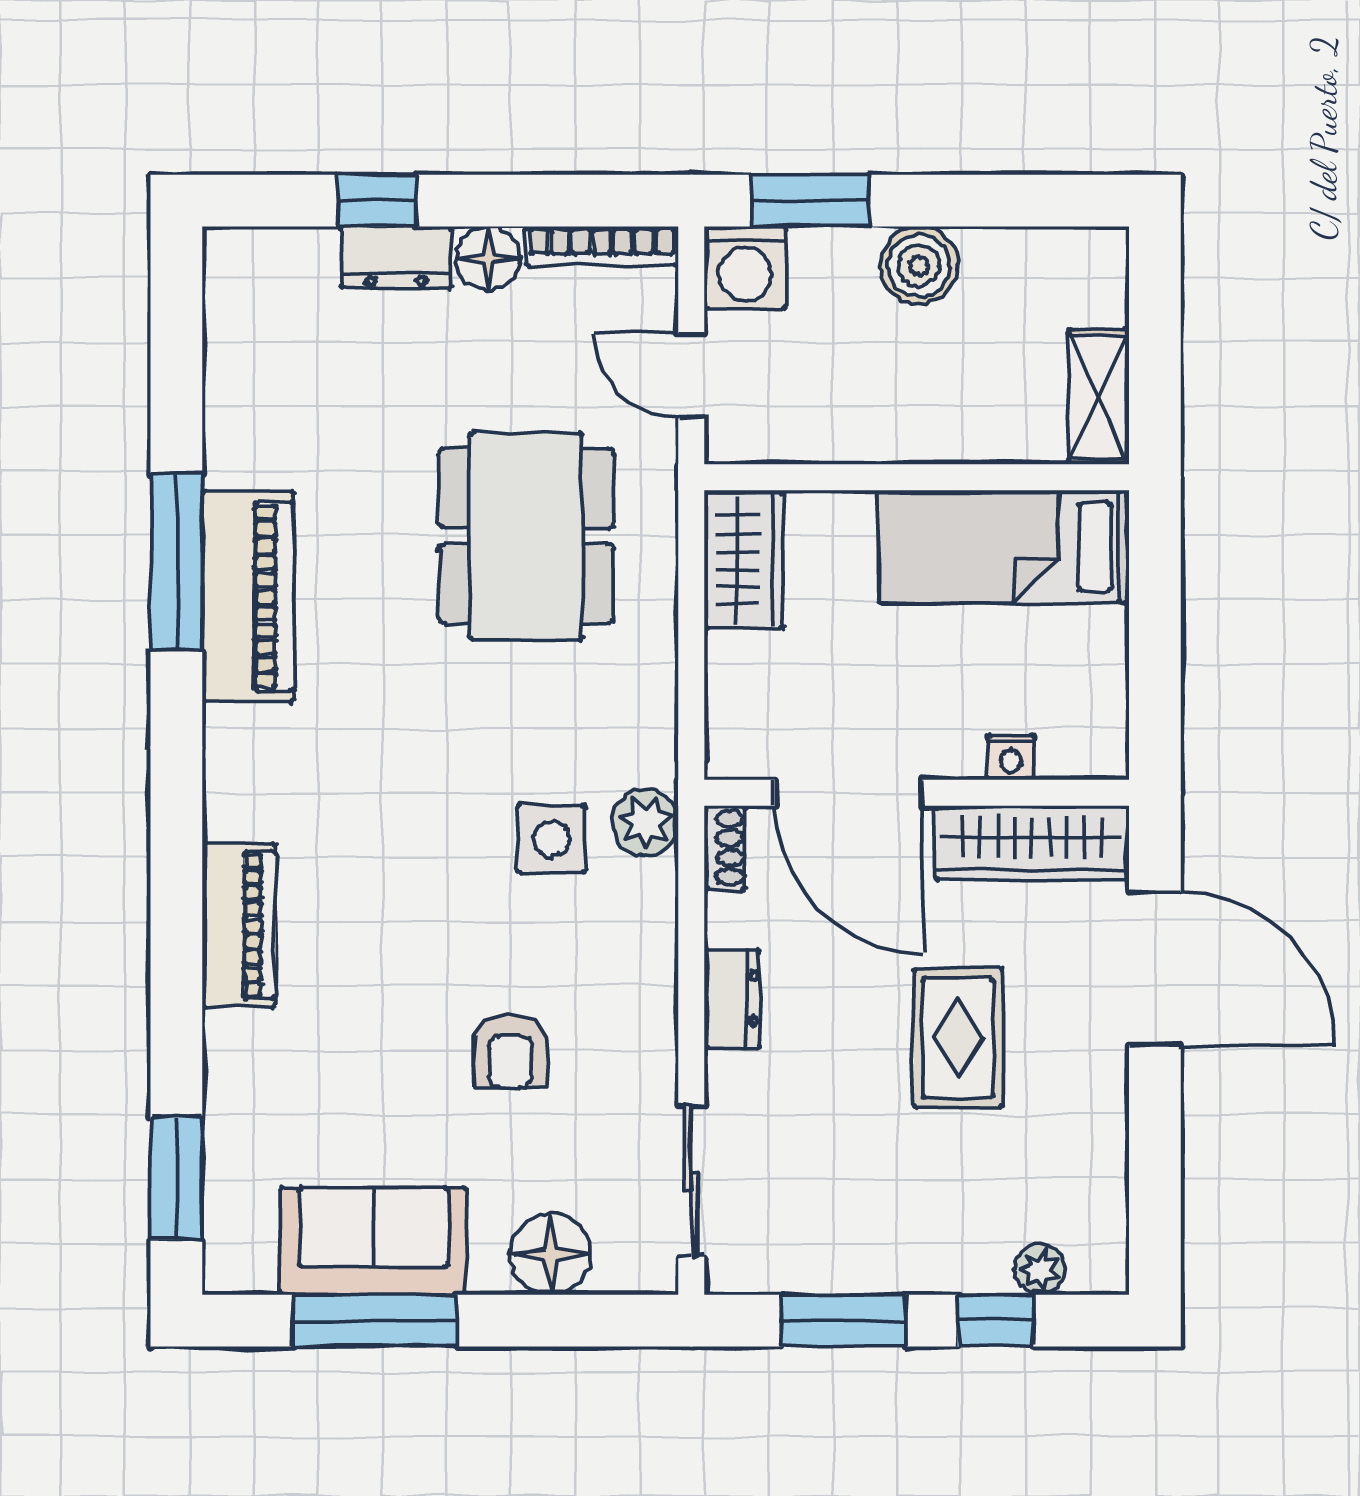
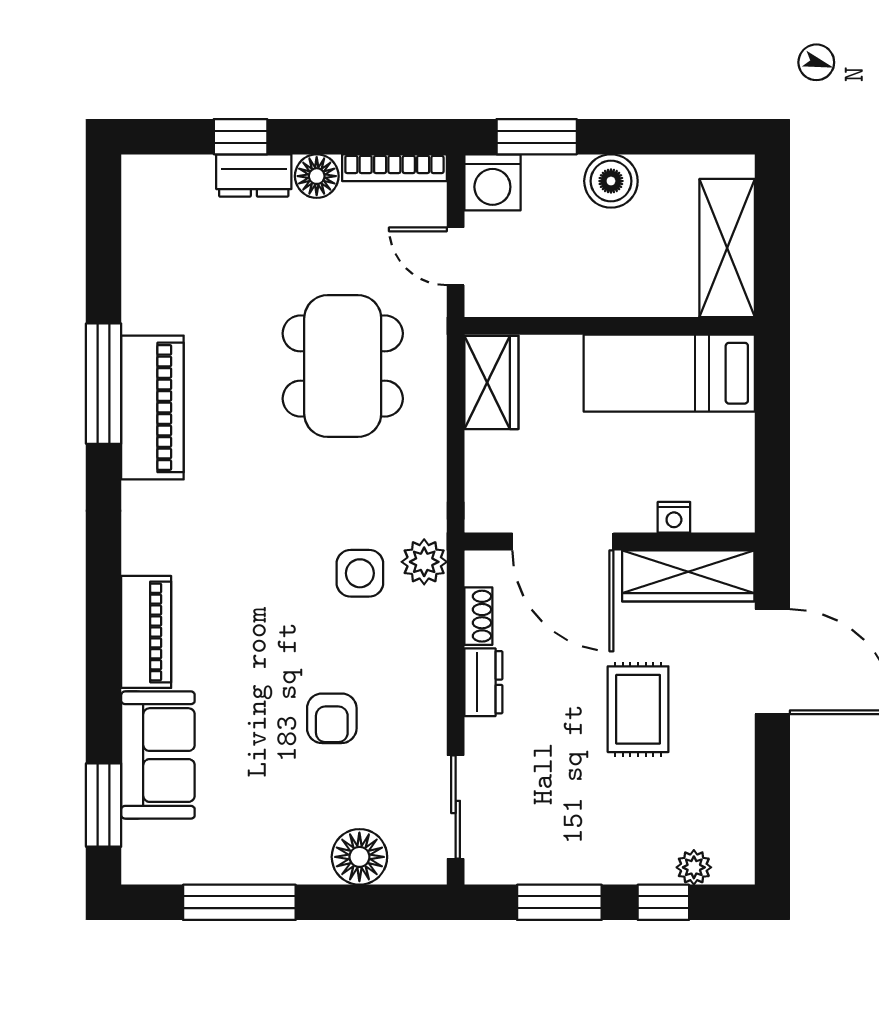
shelving: (1099, 397) -> (727, 248), width x1.50, depth x1.33
shoe rack: (725, 848) -> (478, 616), moved
sofa: (373, 1241) -> (158, 755), moved, turned 90

